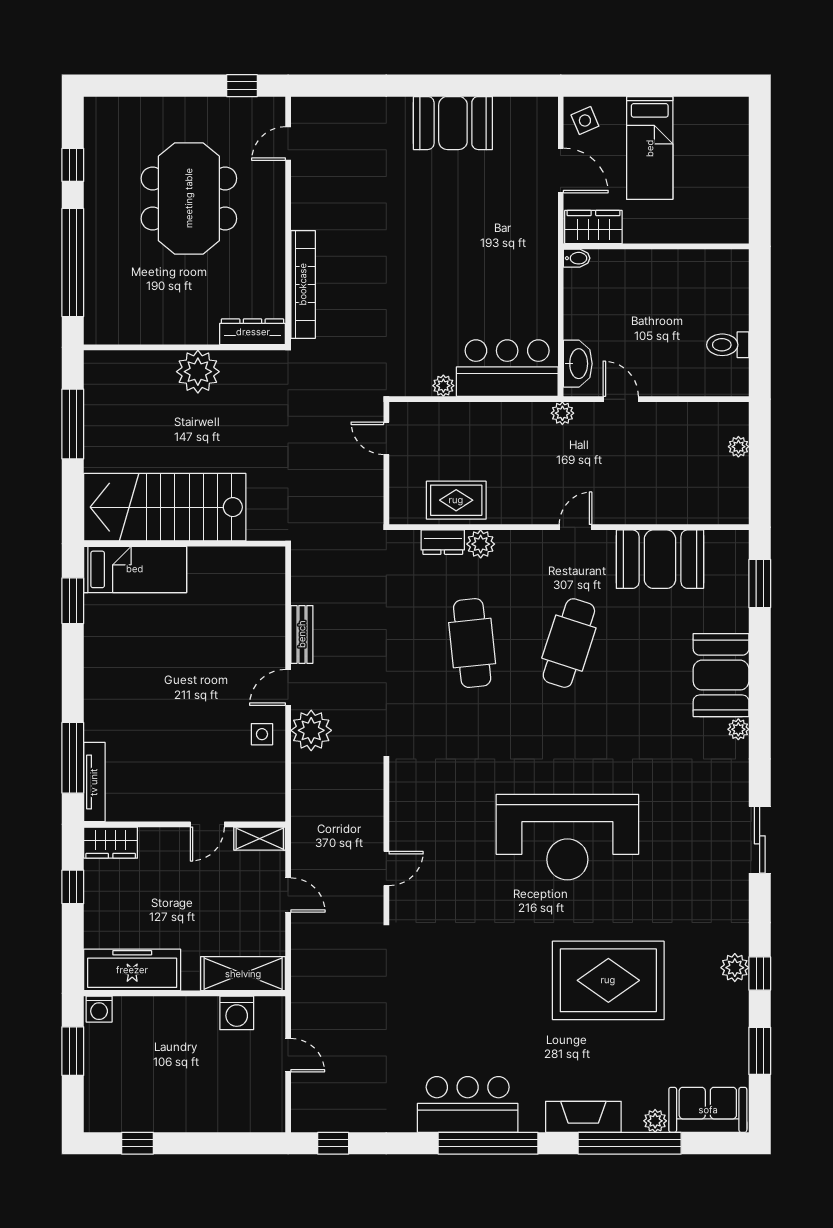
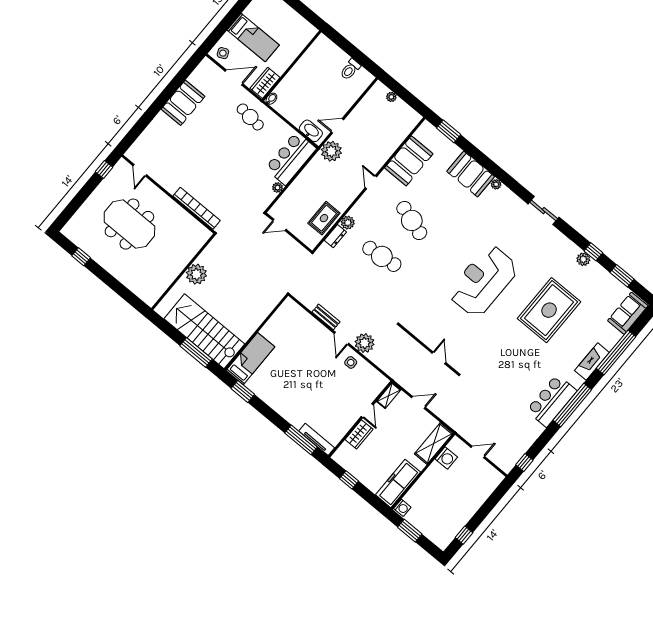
cafe table: (519, 249) -> (250, 117), added
window: (73, 263) -> (117, 287), removed
dresser: (253, 332) -> (199, 242), removed
plant: (562, 413) -> (331, 151), width x1.88, depth x1.88
window: (73, 424) -> (196, 352), moved
stairs: (165, 507) -> (204, 331), moved, turned 90
reception desk: (567, 837) -> (483, 281), turned 180
wardrobe: (111, 843) -> (359, 434), moved
plant: (655, 1121) -> (616, 336), removed

